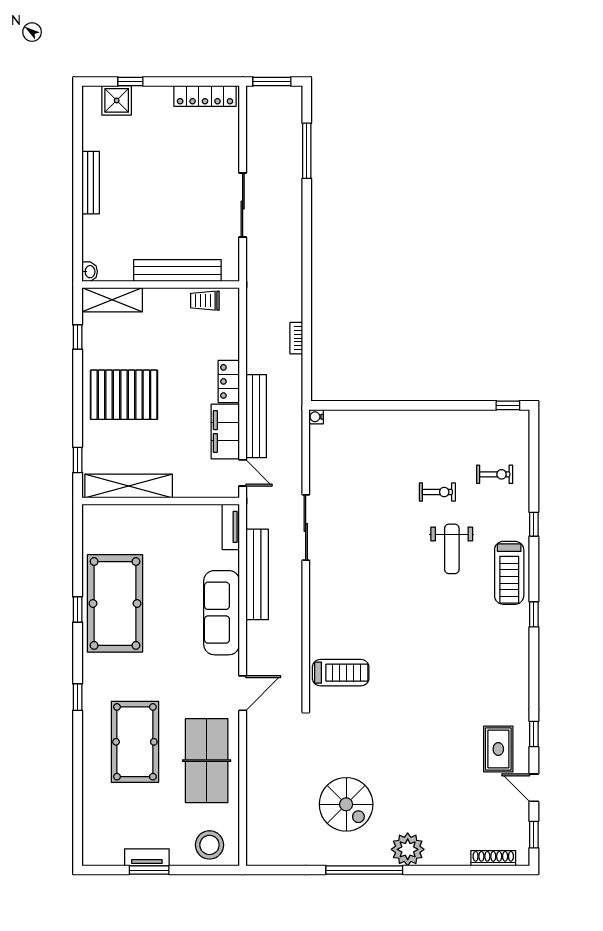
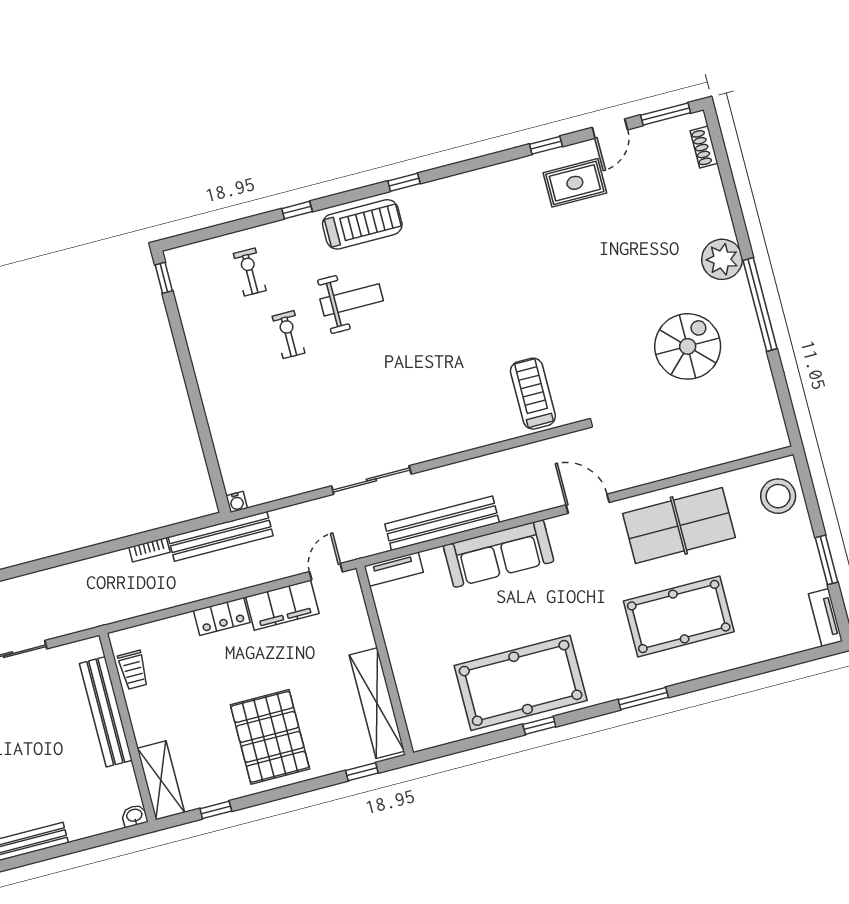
bench: (256, 416) -> (221, 536), moved
window: (78, 697) -> (643, 698), width x1.50
window: (534, 835) -> (666, 114), width x1.50
tv unit: (147, 857) -> (825, 617), moved
shoe rack: (493, 858) -> (704, 147), width x0.70

